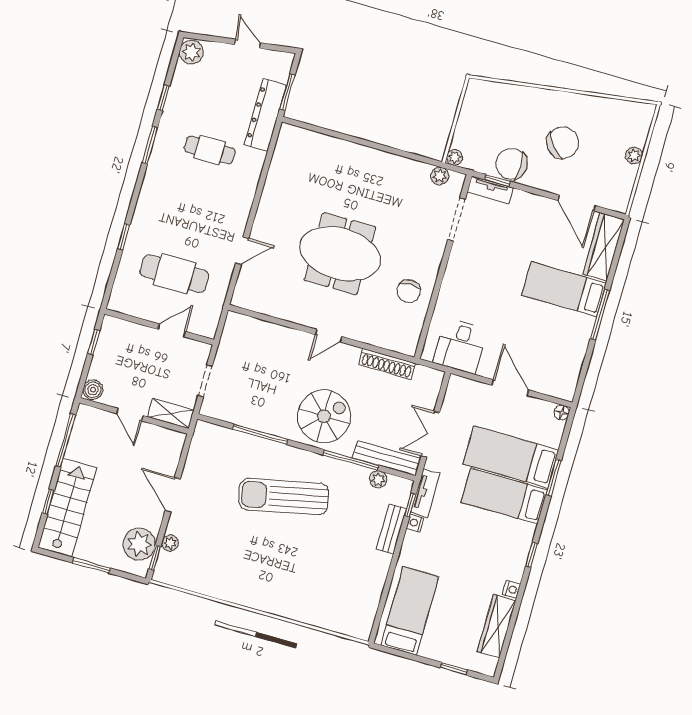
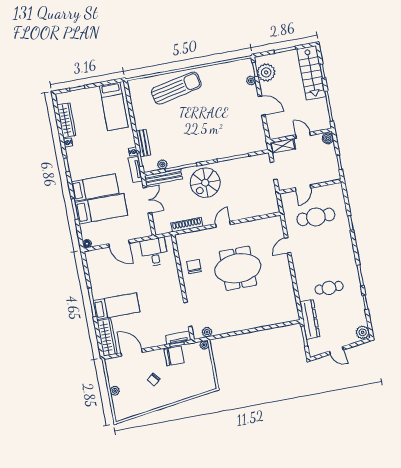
chair: (563, 143) -> (154, 379), width x0.54, depth x0.54
sun lounger: (284, 497) -> (176, 88), moved

